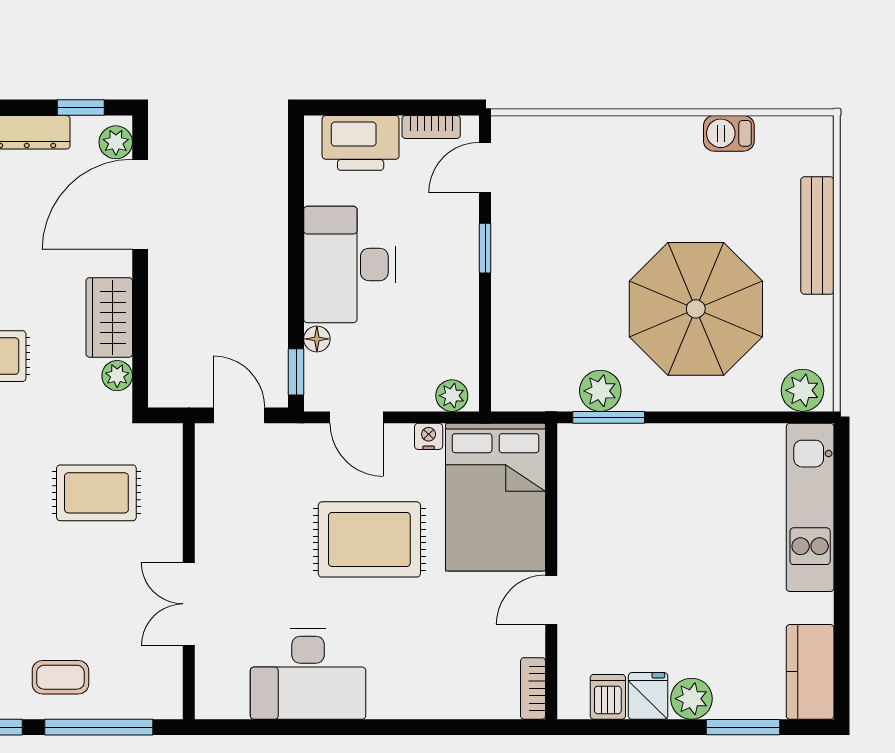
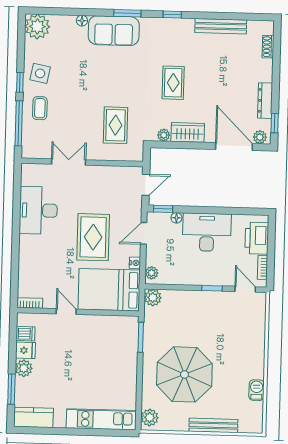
plant: (600, 391) -> (153, 298), moved

